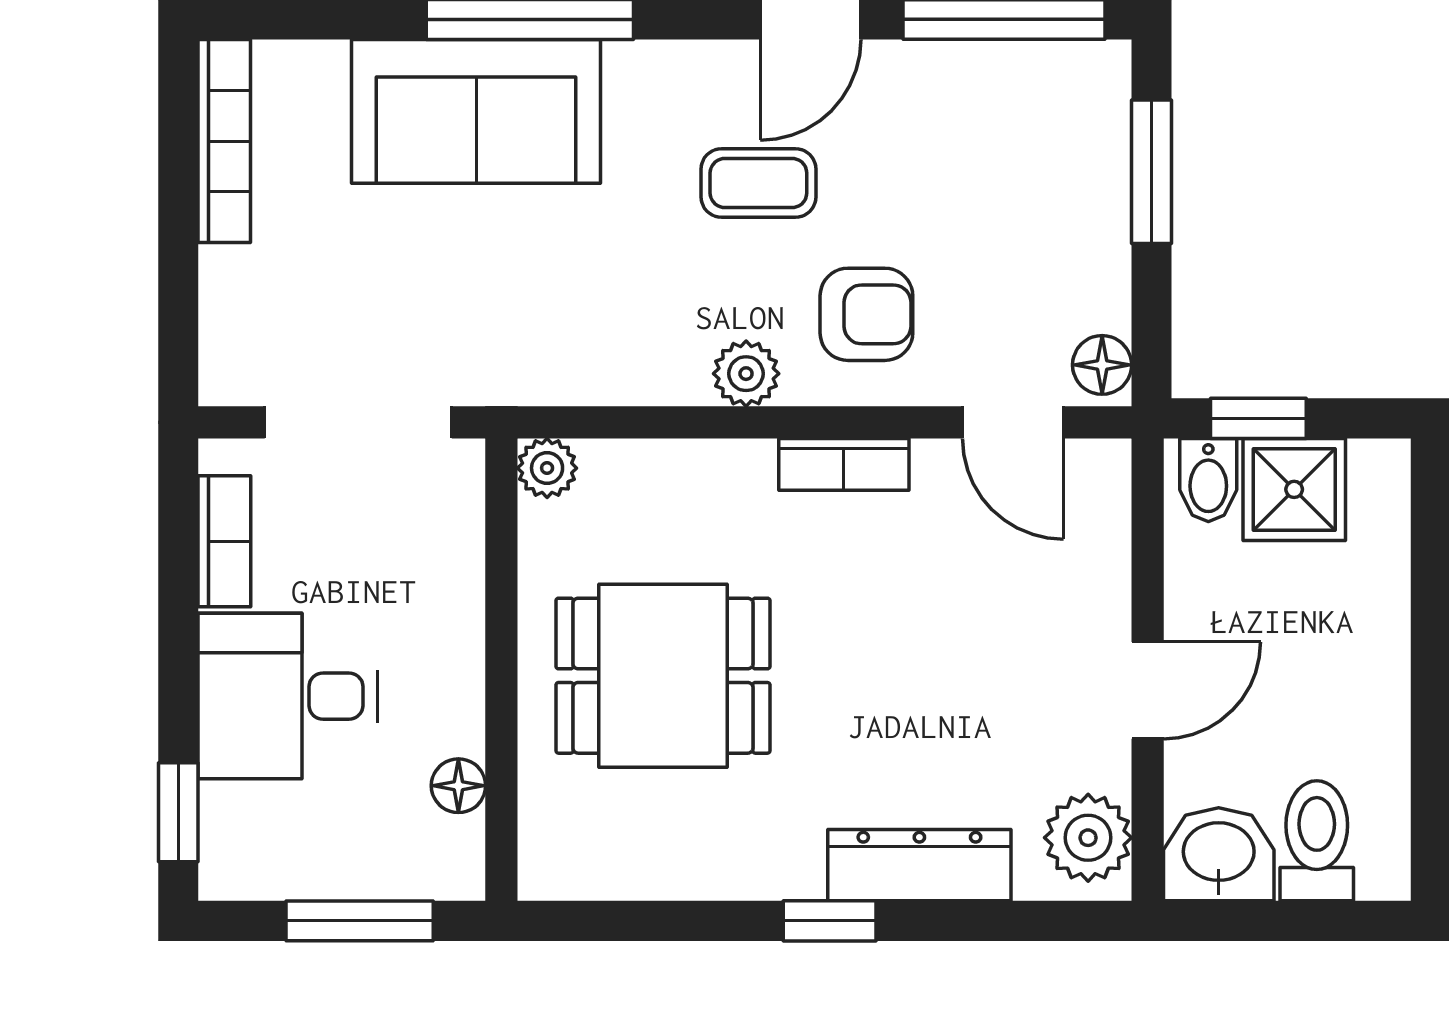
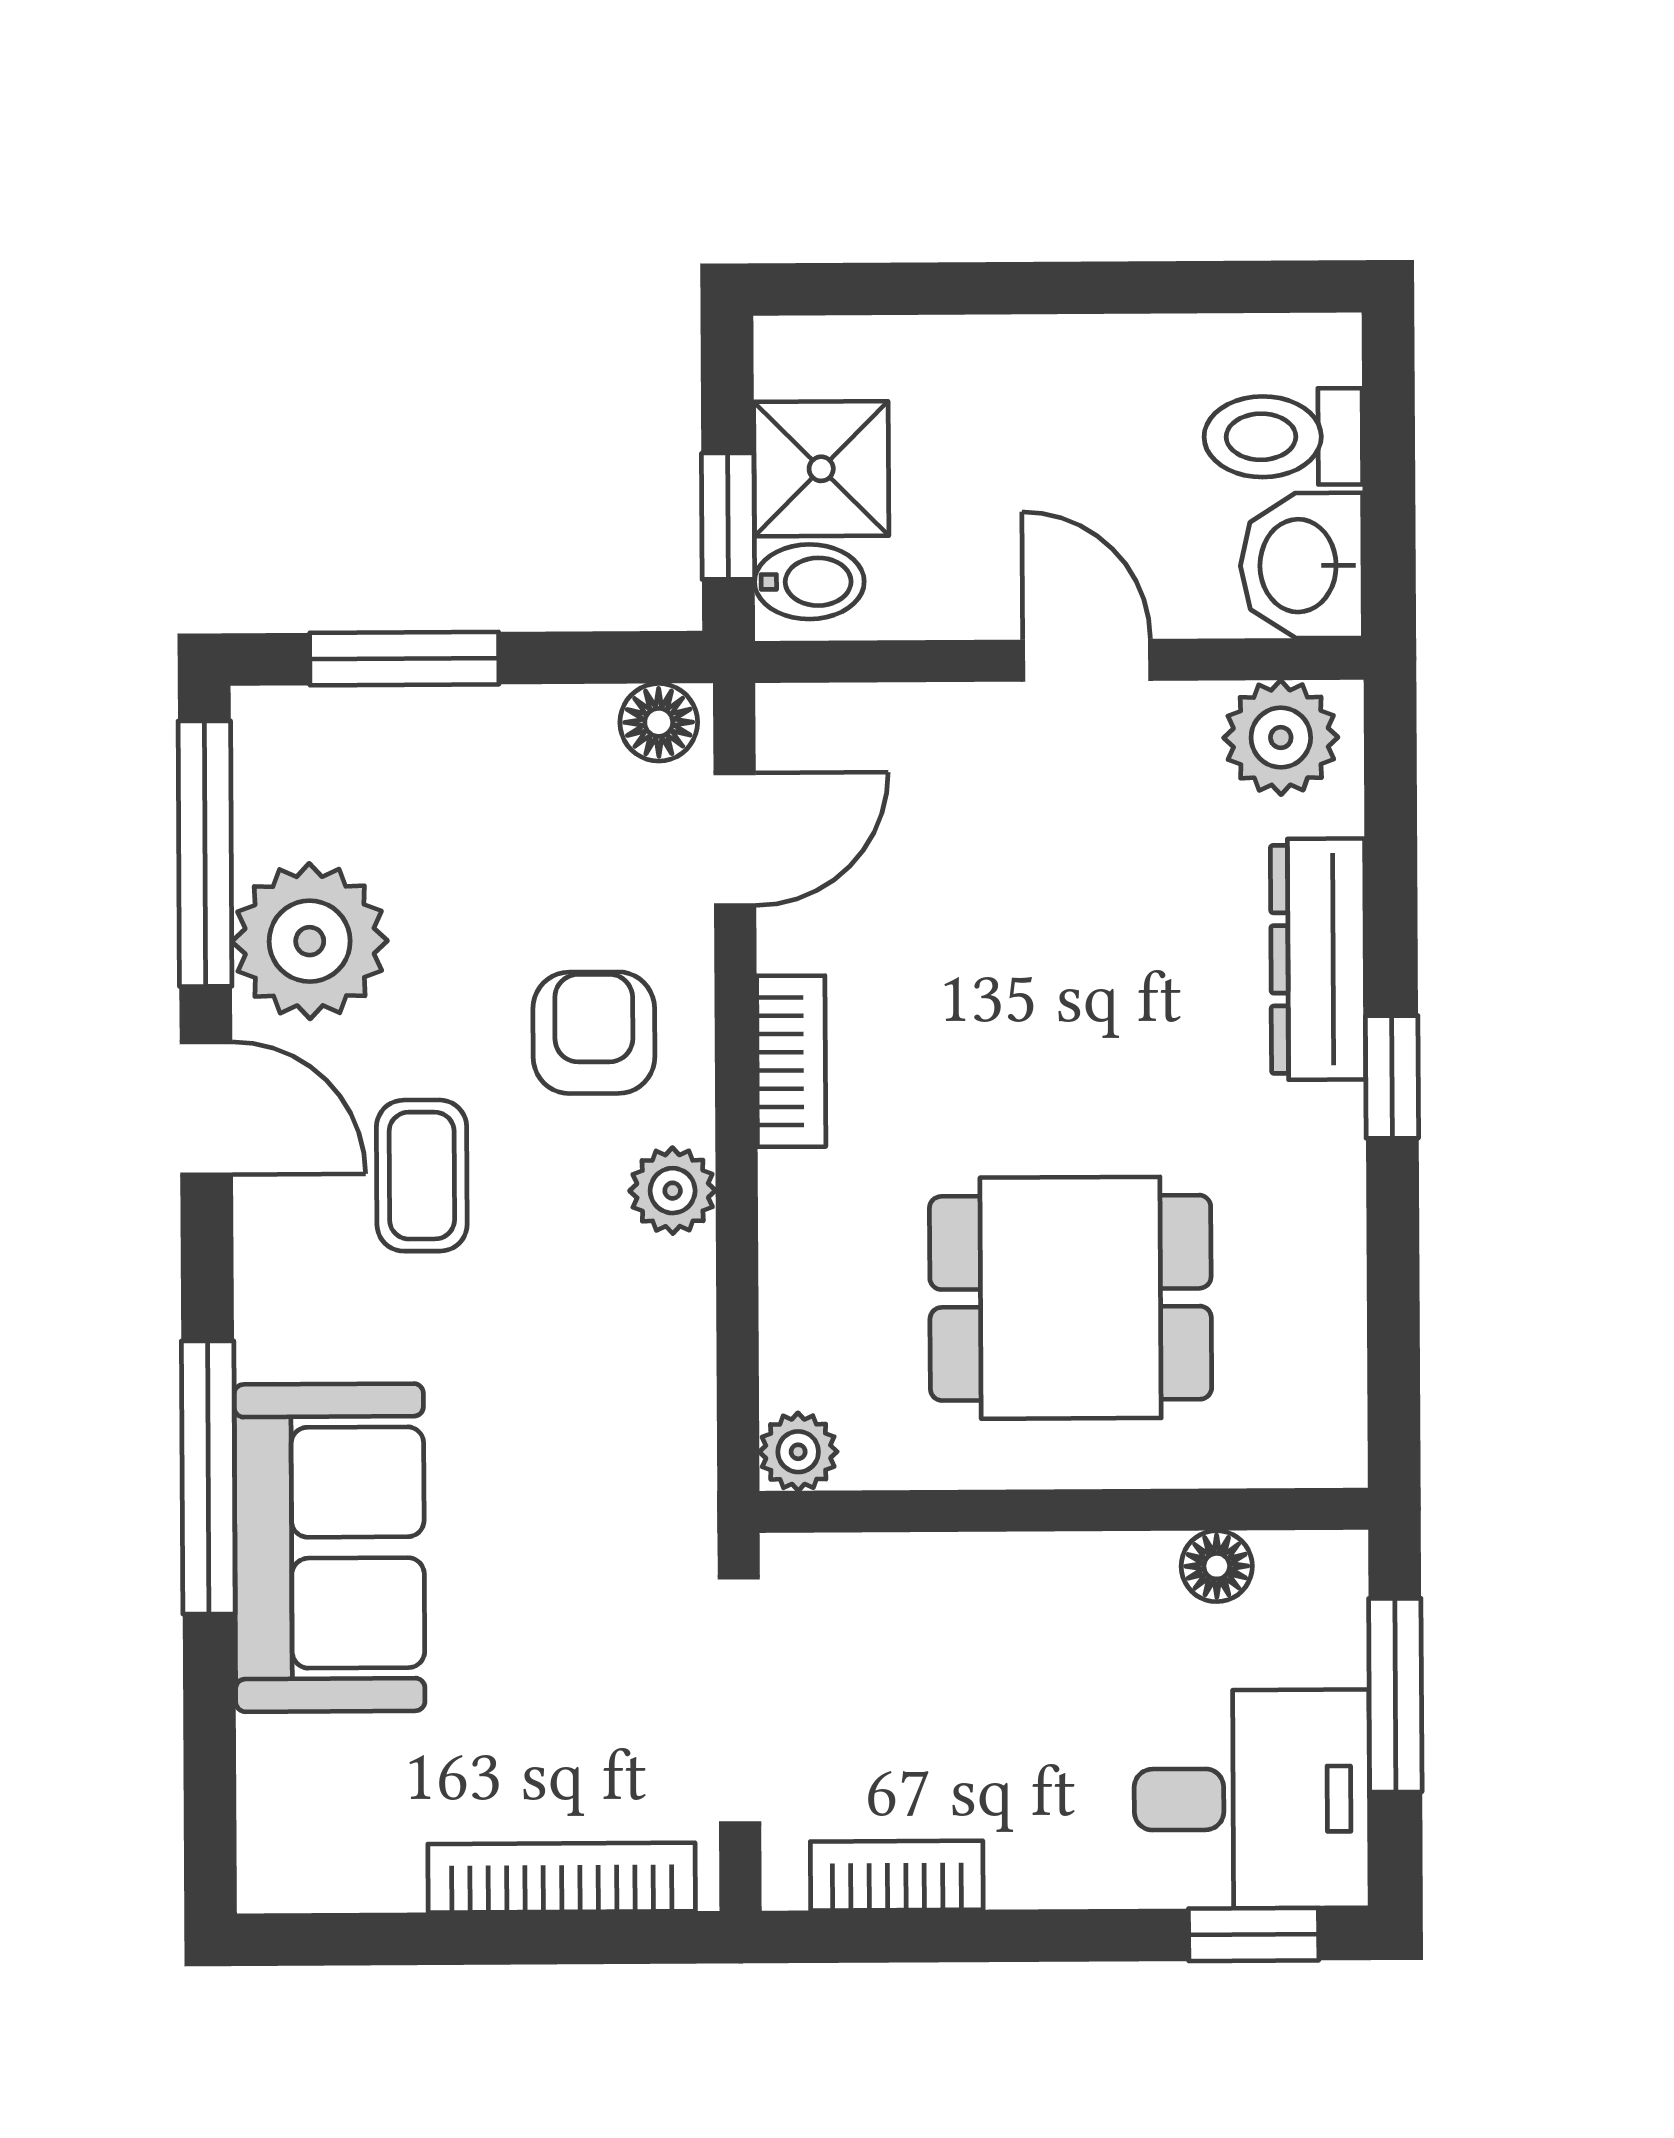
plant: (937, 99) -> (310, 941), added
bookcase: (224, 141) -> (562, 1878), moved
dining table: (663, 676) -> (1071, 1298), turned 90
desk: (288, 696) -> (1252, 1799), moved, turned -90

